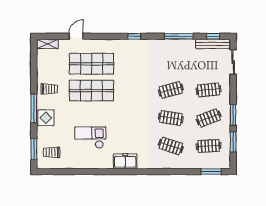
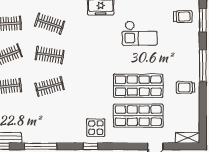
display table: (46, 118) -> (96, 128), moved

